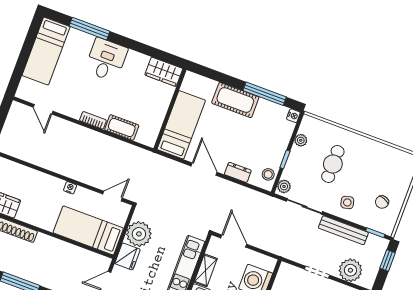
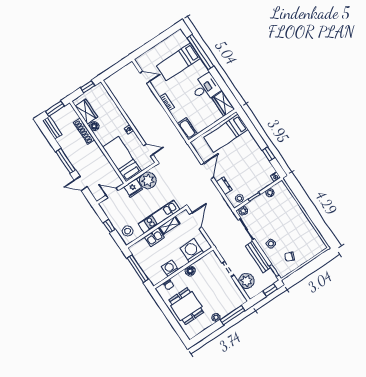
window: (89, 29) -> (200, 52), width x1.46
bed: (46, 51) -> (178, 62), moved
desk: (106, 60) -> (206, 88), moved
window: (265, 94) -> (269, 154), width x0.46
cot: (235, 100) -> (251, 146), removed
door: (43, 109) -> (145, 77), swing flipped
bed: (181, 125) -> (226, 133), moved, turned 180
cot: (122, 127) -> (187, 129), moved
cafe table: (333, 164) -> (278, 218), removed
floor lamp: (25, 215) -> (94, 126), added

